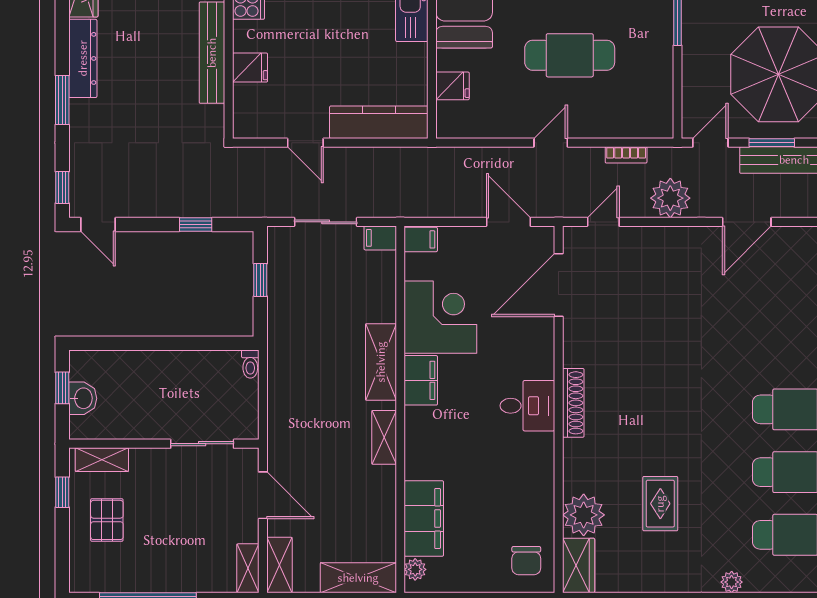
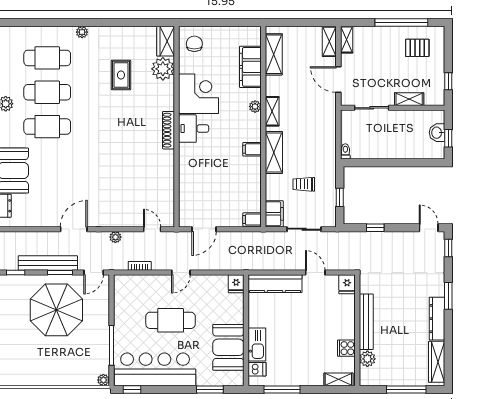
fridge: (250, 68) -> (347, 284), moved, turned -90
fridge: (453, 86) -> (236, 284), moved, turned -90
plant: (670, 198) -> (115, 237), width x0.53, depth x0.53
door: (508, 222) -> (204, 229), hinge flipped
door: (603, 222) -> (152, 229), swing flipped
filing cabinet: (380, 238) -> (274, 214), width x2.00
door: (559, 285) -> (177, 195), removed
trolley: (326, 304) -> (304, 184), added
corner desk: (440, 317) -> (199, 94), moved, turned 180
filing cabinet: (421, 380) -> (252, 149), width x0.50
shelving: (102, 460) -> (409, 99), moved
pallet: (107, 520) -> (417, 48), moved, turned 90
plant: (415, 569) -> (255, 107), moved
shelving: (358, 578) -> (274, 54), moved, turned 90

